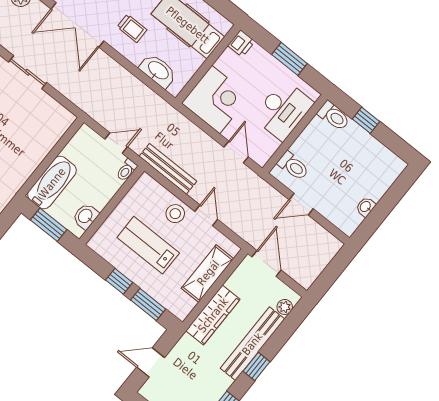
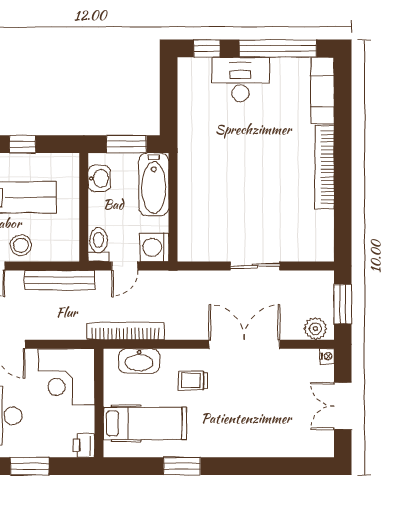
bookcase: (151, 98) -> (126, 331), added
washing machine: (86, 140) -> (154, 247), added
toilet: (127, 170) -> (99, 245), width x1.37, depth x1.39

